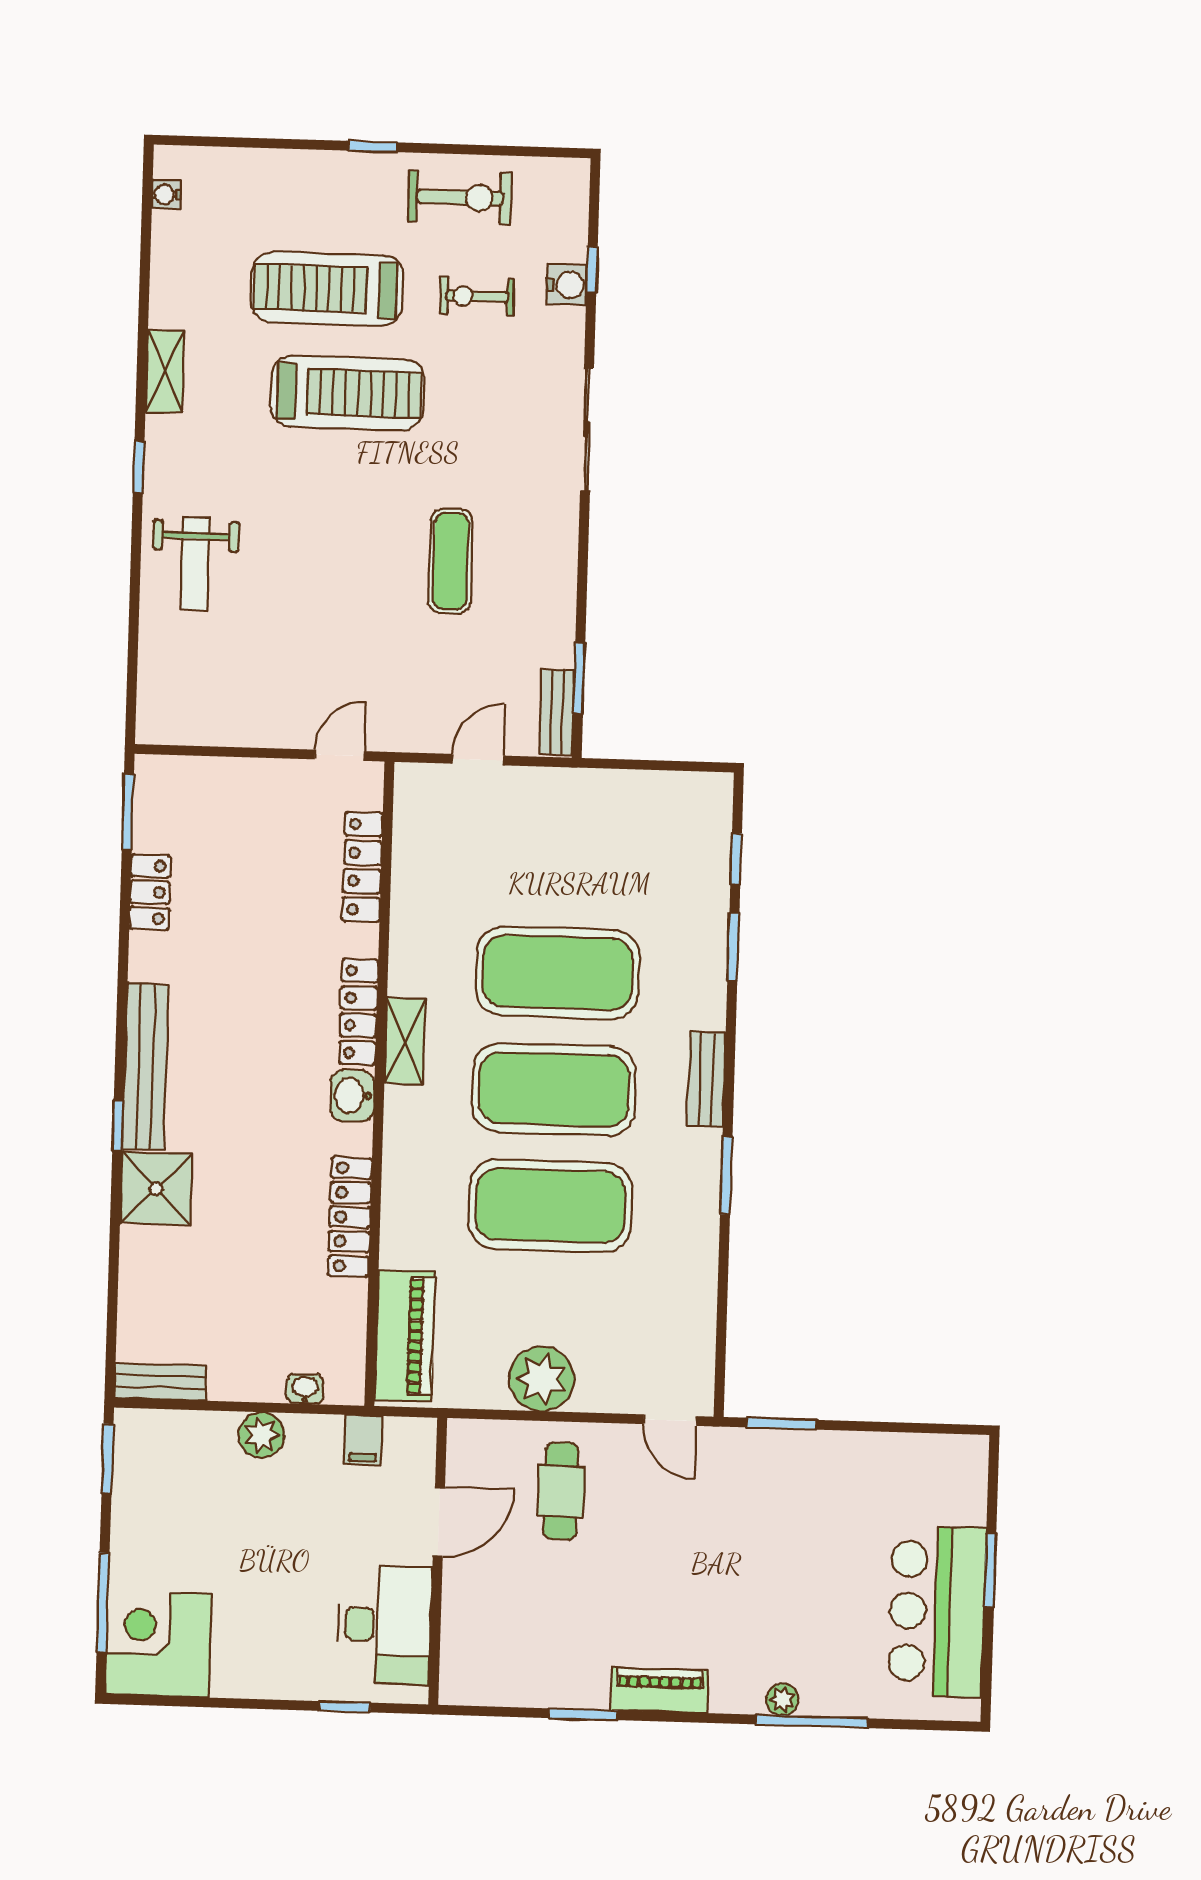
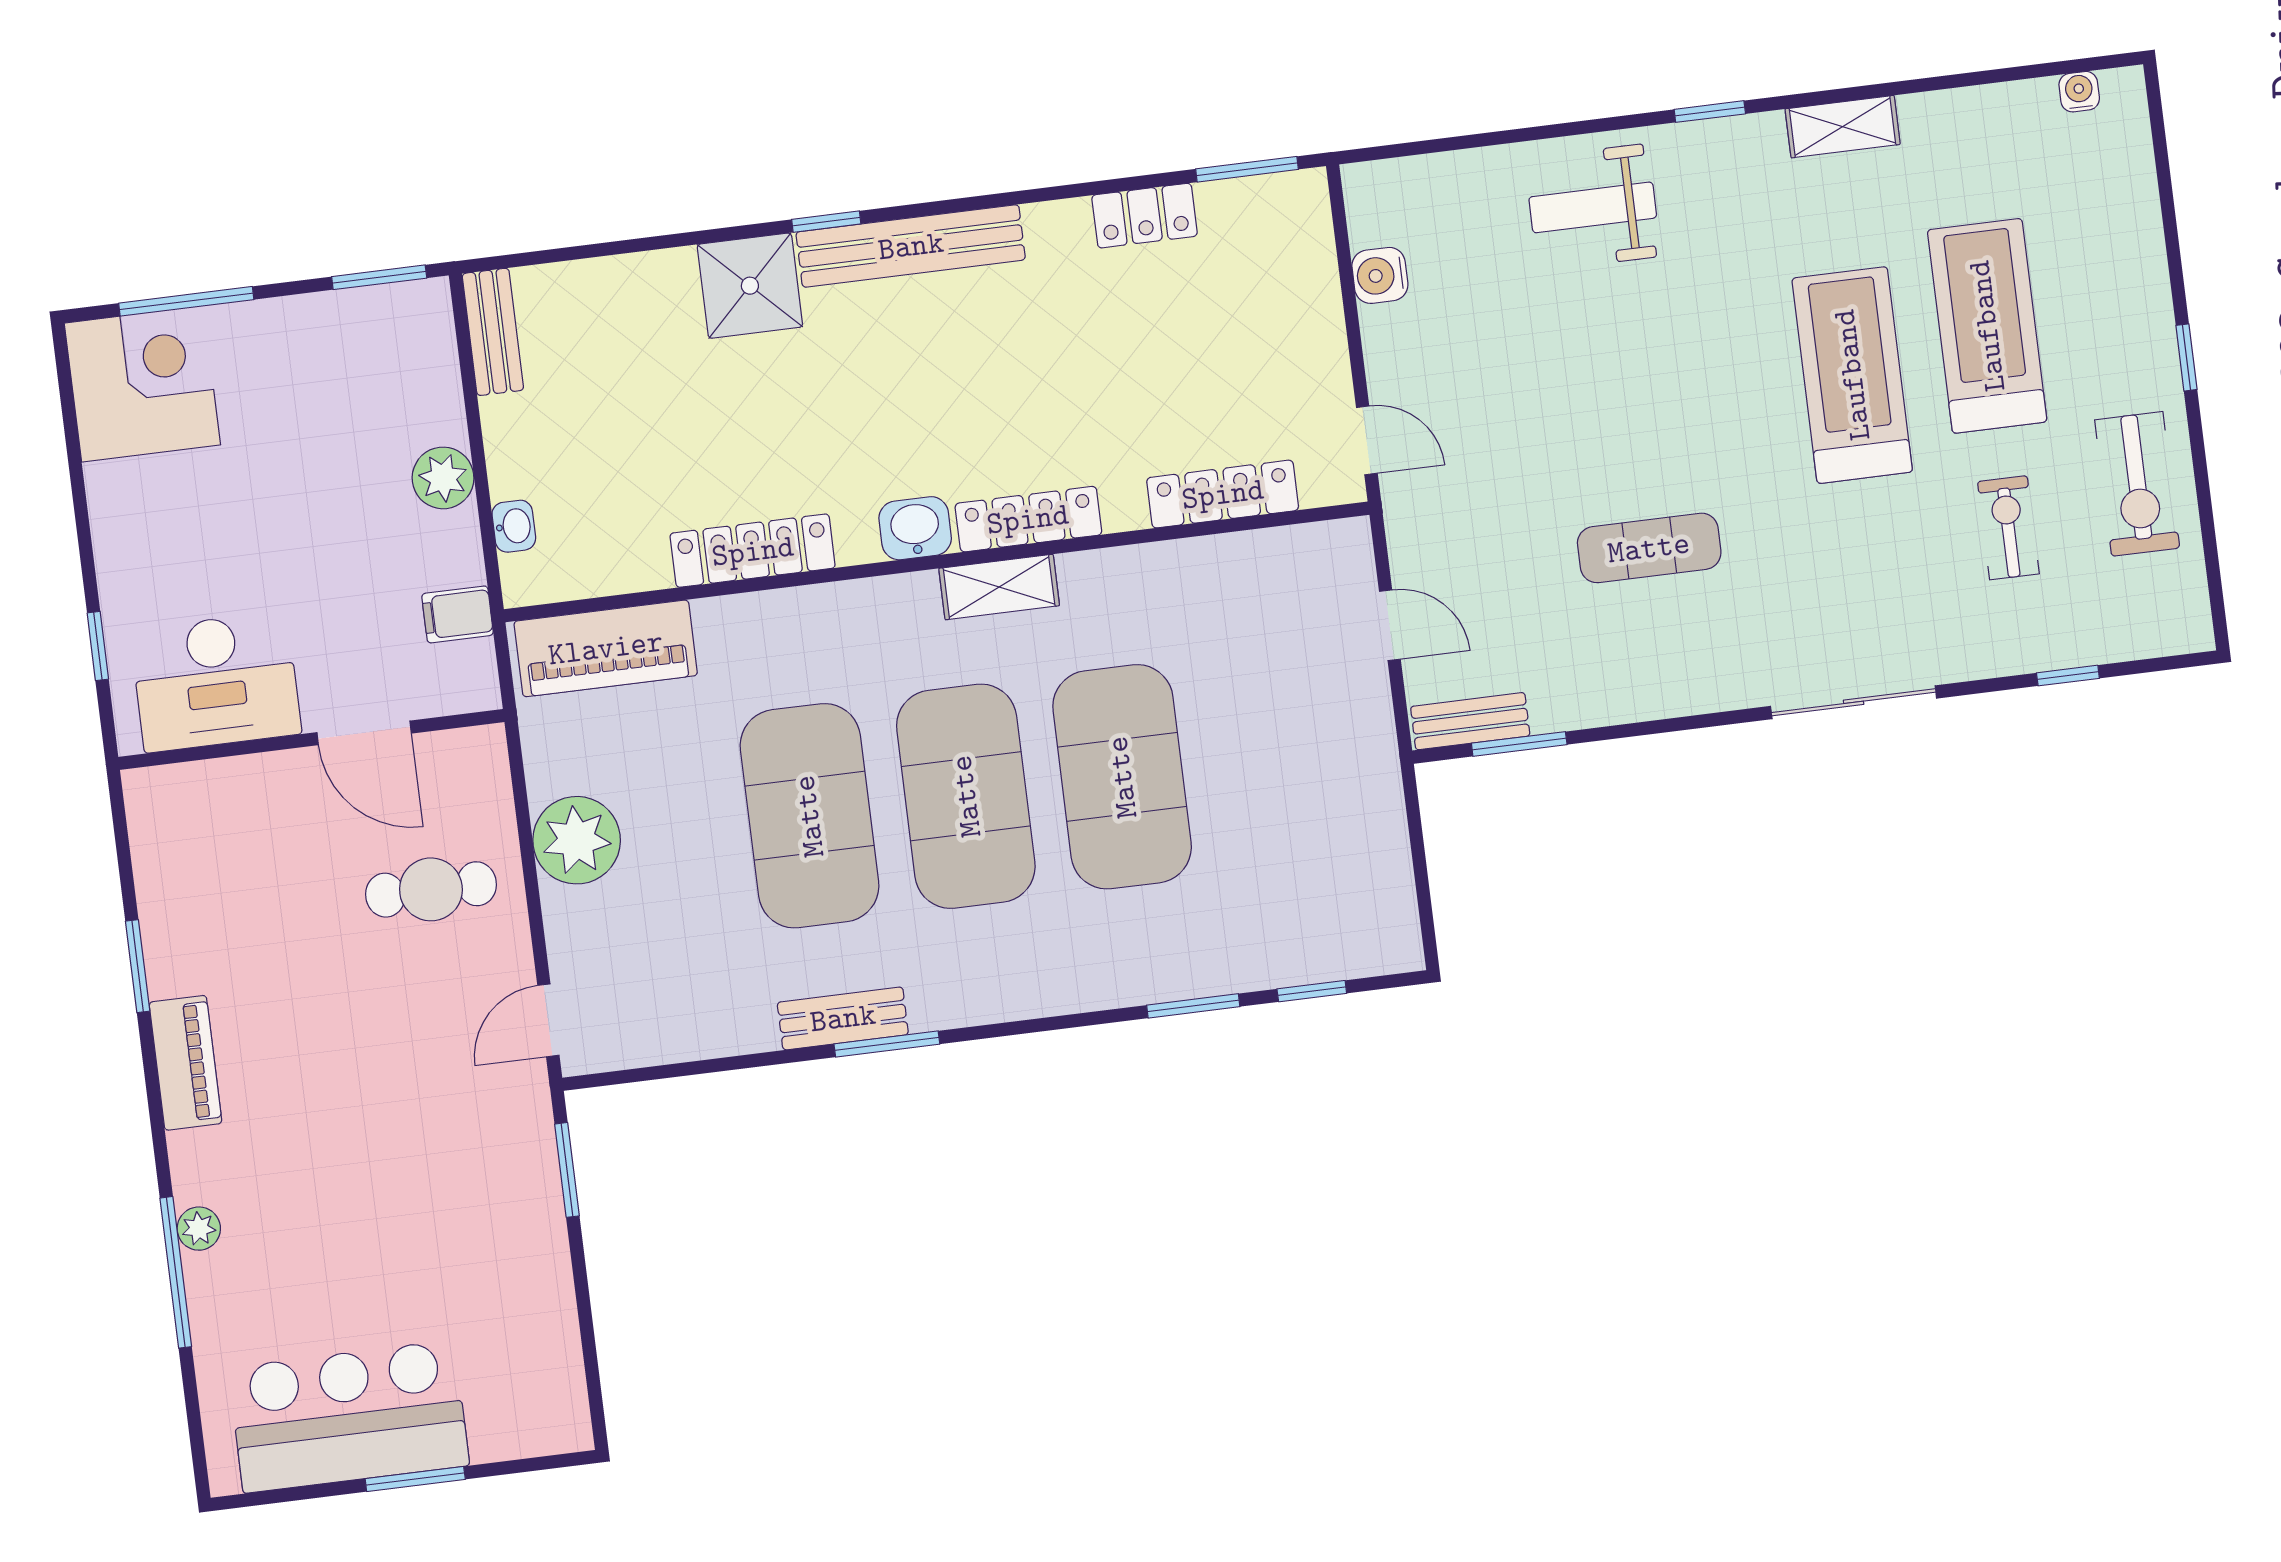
water cooler: (567, 285) -> (1380, 275), moved, turned 90
treadmill: (348, 393) -> (1852, 375), turned 180
bench: (706, 1079) -> (843, 1018), moved

